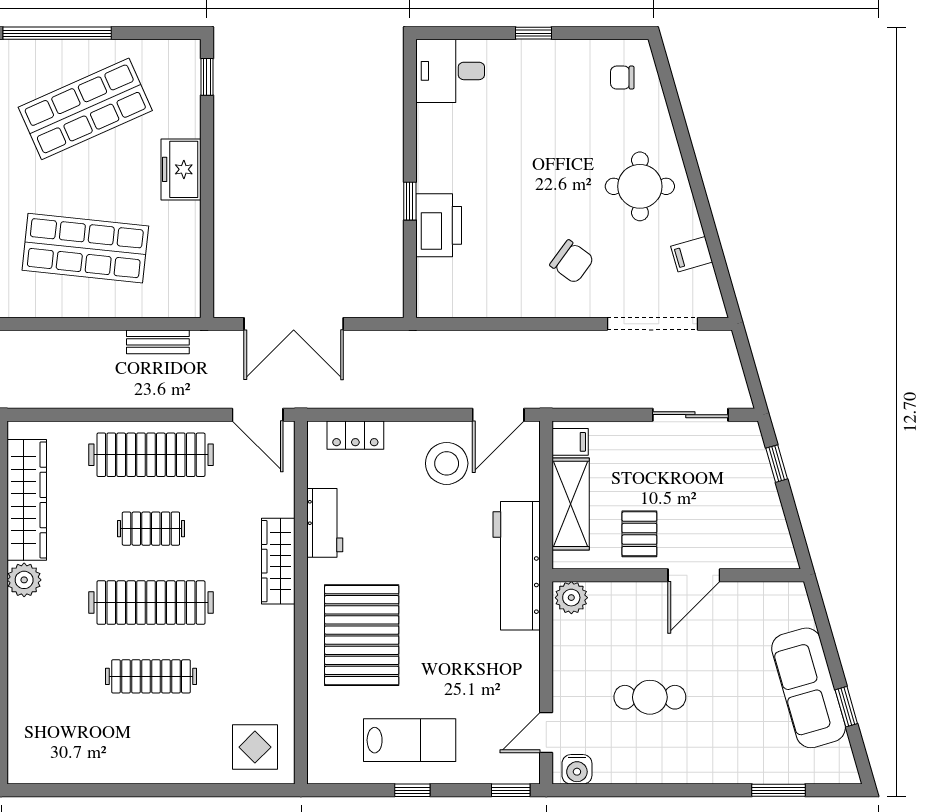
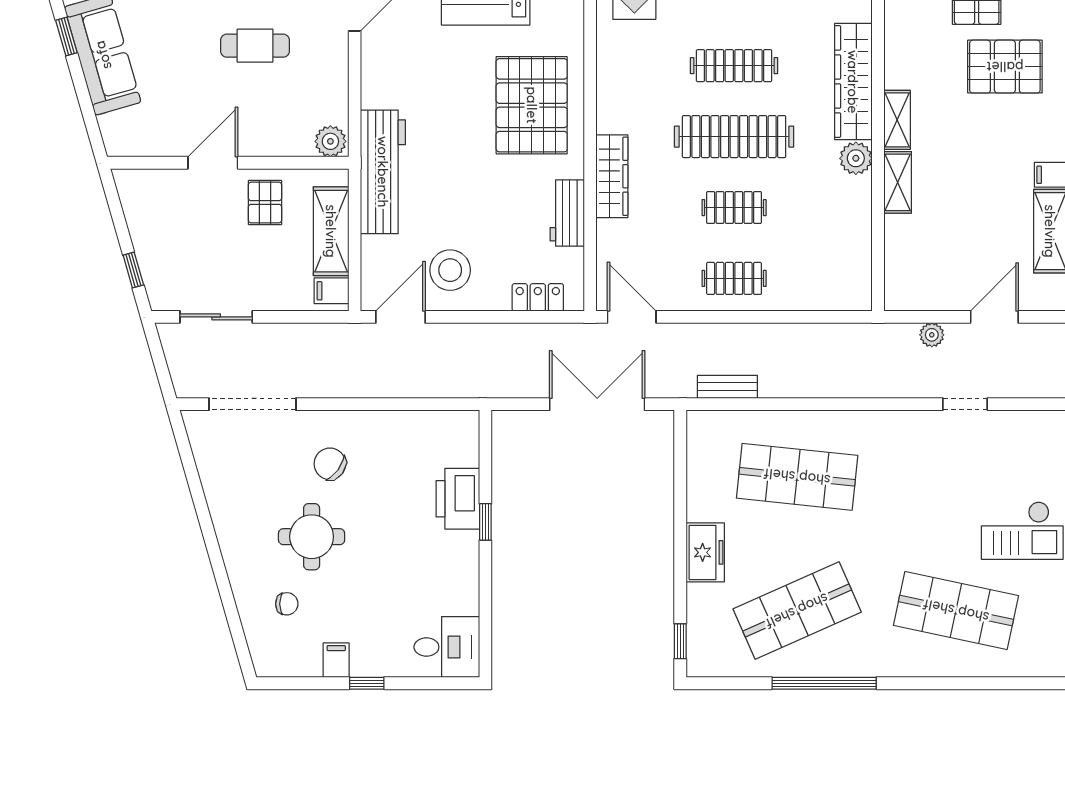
chair: (622, 78) -> (287, 604), moved
round table: (640, 186) -> (312, 537), moved
filing cabinet: (692, 254) -> (336, 660), moved, turned -74
clothes rail: (151, 455) -> (734, 278), width x0.54, depth x0.76
wardrobe: (27, 500) -> (853, 82), moved

